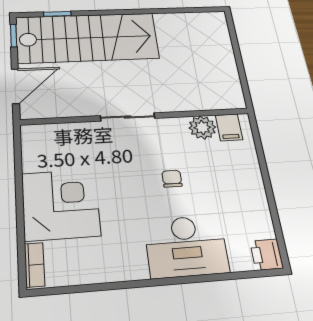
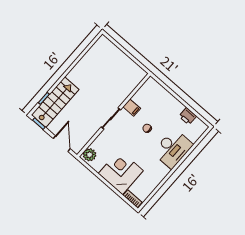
stairs: (87, 38) -> (55, 102), width x0.73, depth x0.66
plant: (202, 127) -> (90, 155), moved
filing cabinet: (229, 127) -> (132, 108), moved
printer: (267, 255) -> (188, 116), moved

